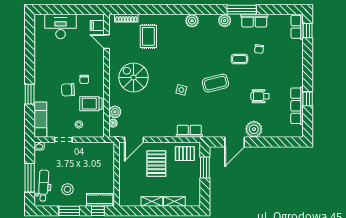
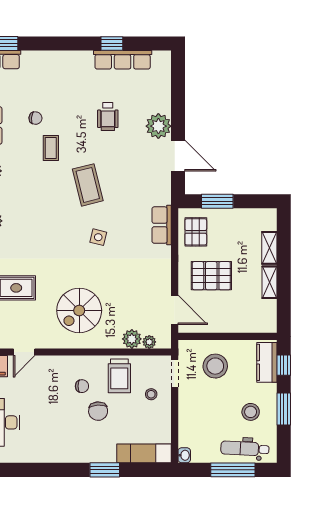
doorway: (63, 140) -> (175, 374), moved
stool: (97, 166) -> (215, 366), added

